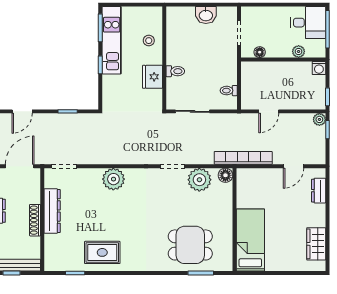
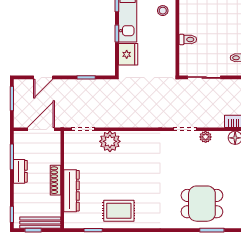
fridge: (153, 77) -> (128, 54), moved, turned 180
plant: (113, 179) -> (110, 141), moved
plant: (199, 180) -> (206, 137), width x0.53, depth x0.53
dresser: (52, 211) -> (72, 191), moved

